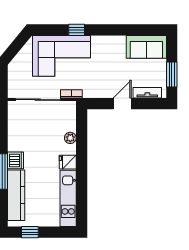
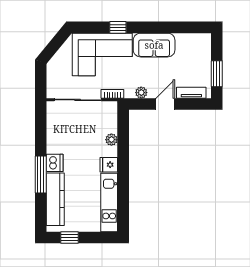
sofa: (146, 47) -> (154, 45), moved
plant: (99, 93) -> (141, 93), added

